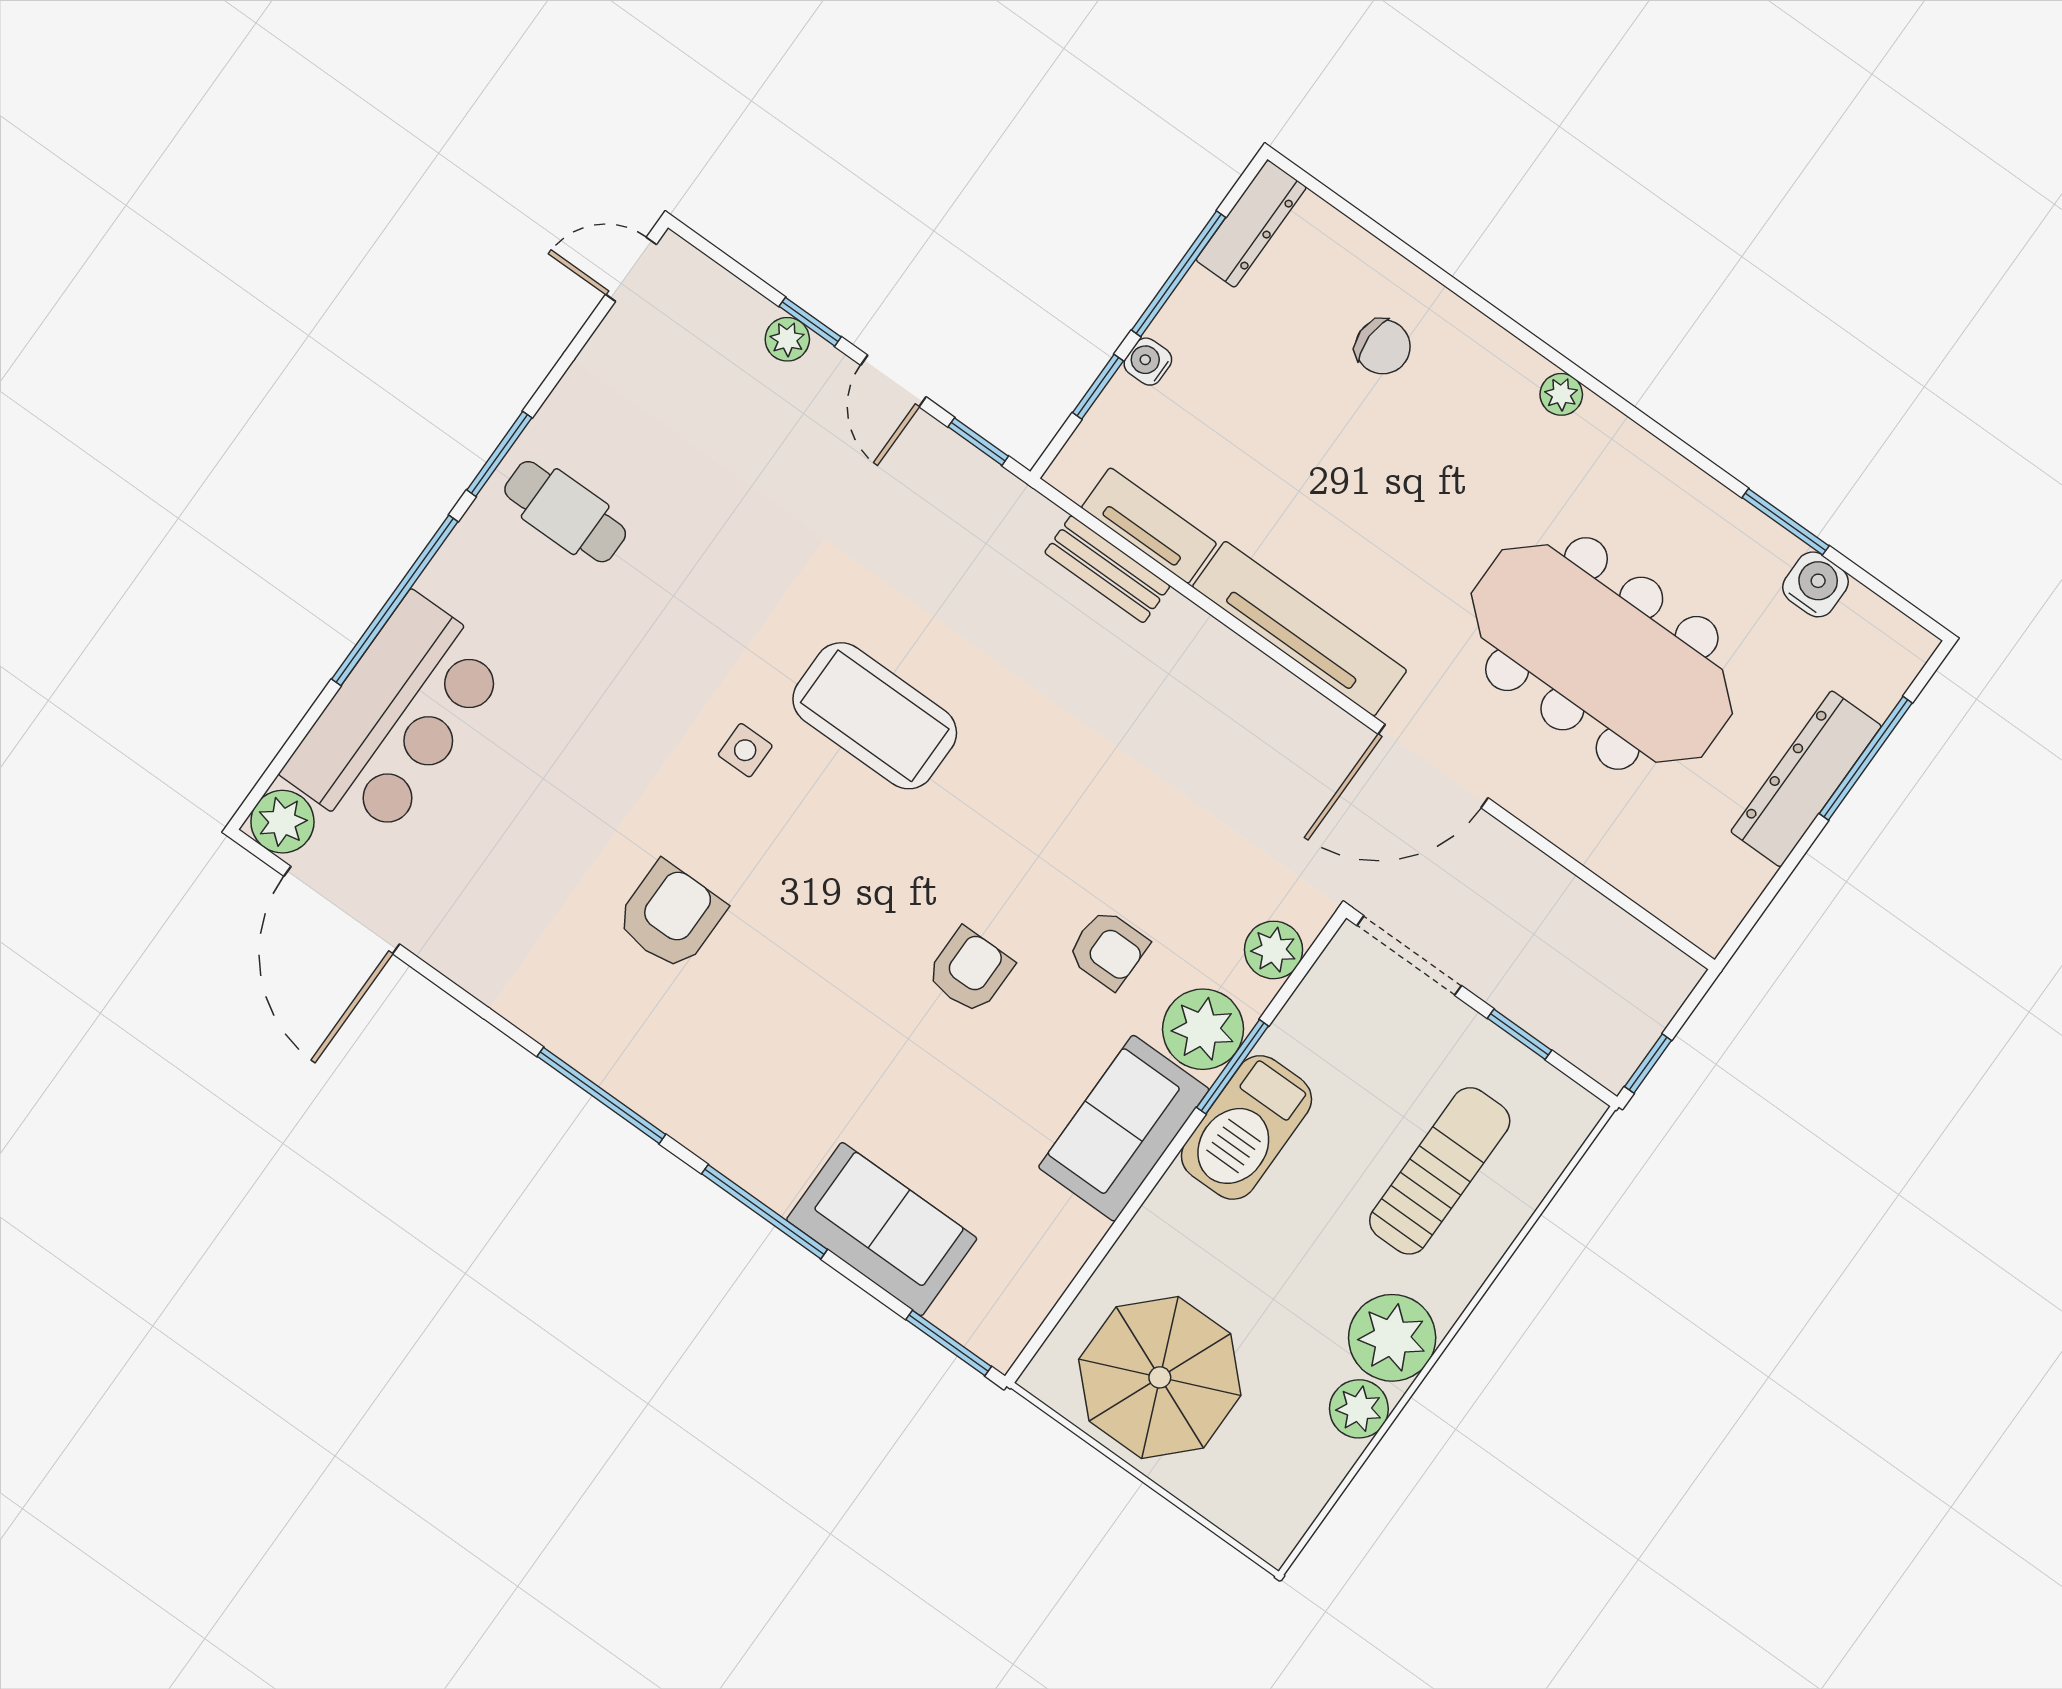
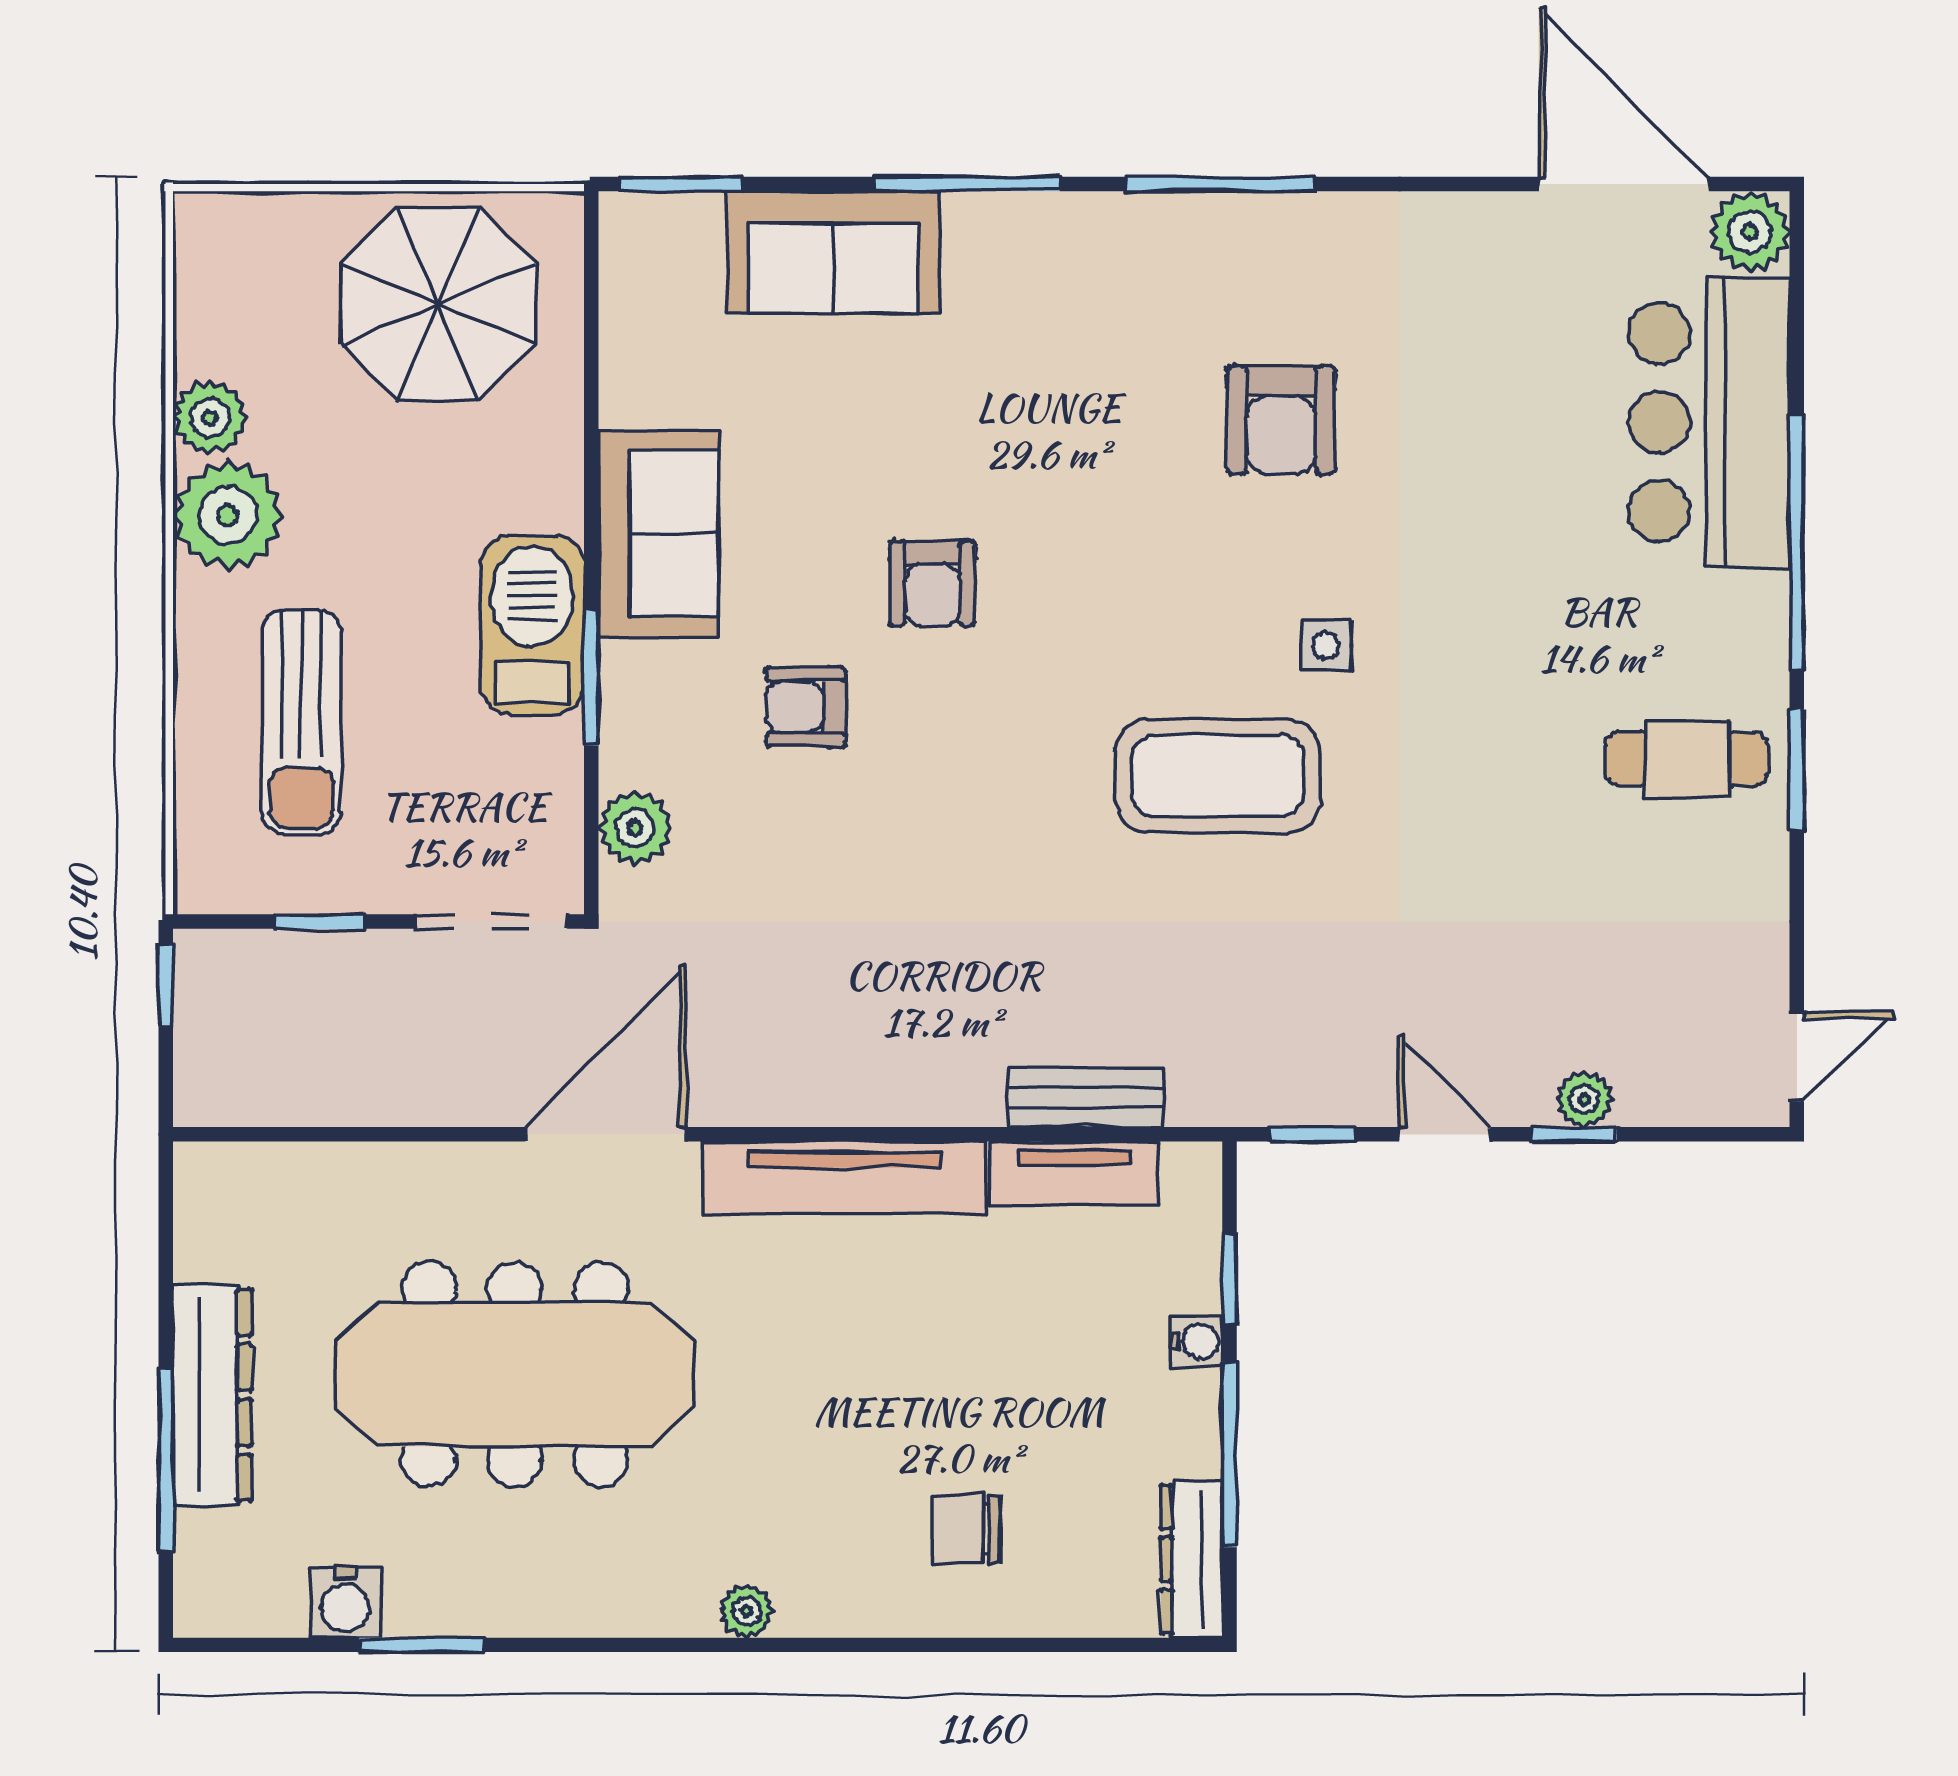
plant: (1203, 1029) -> (649, 694), removed

